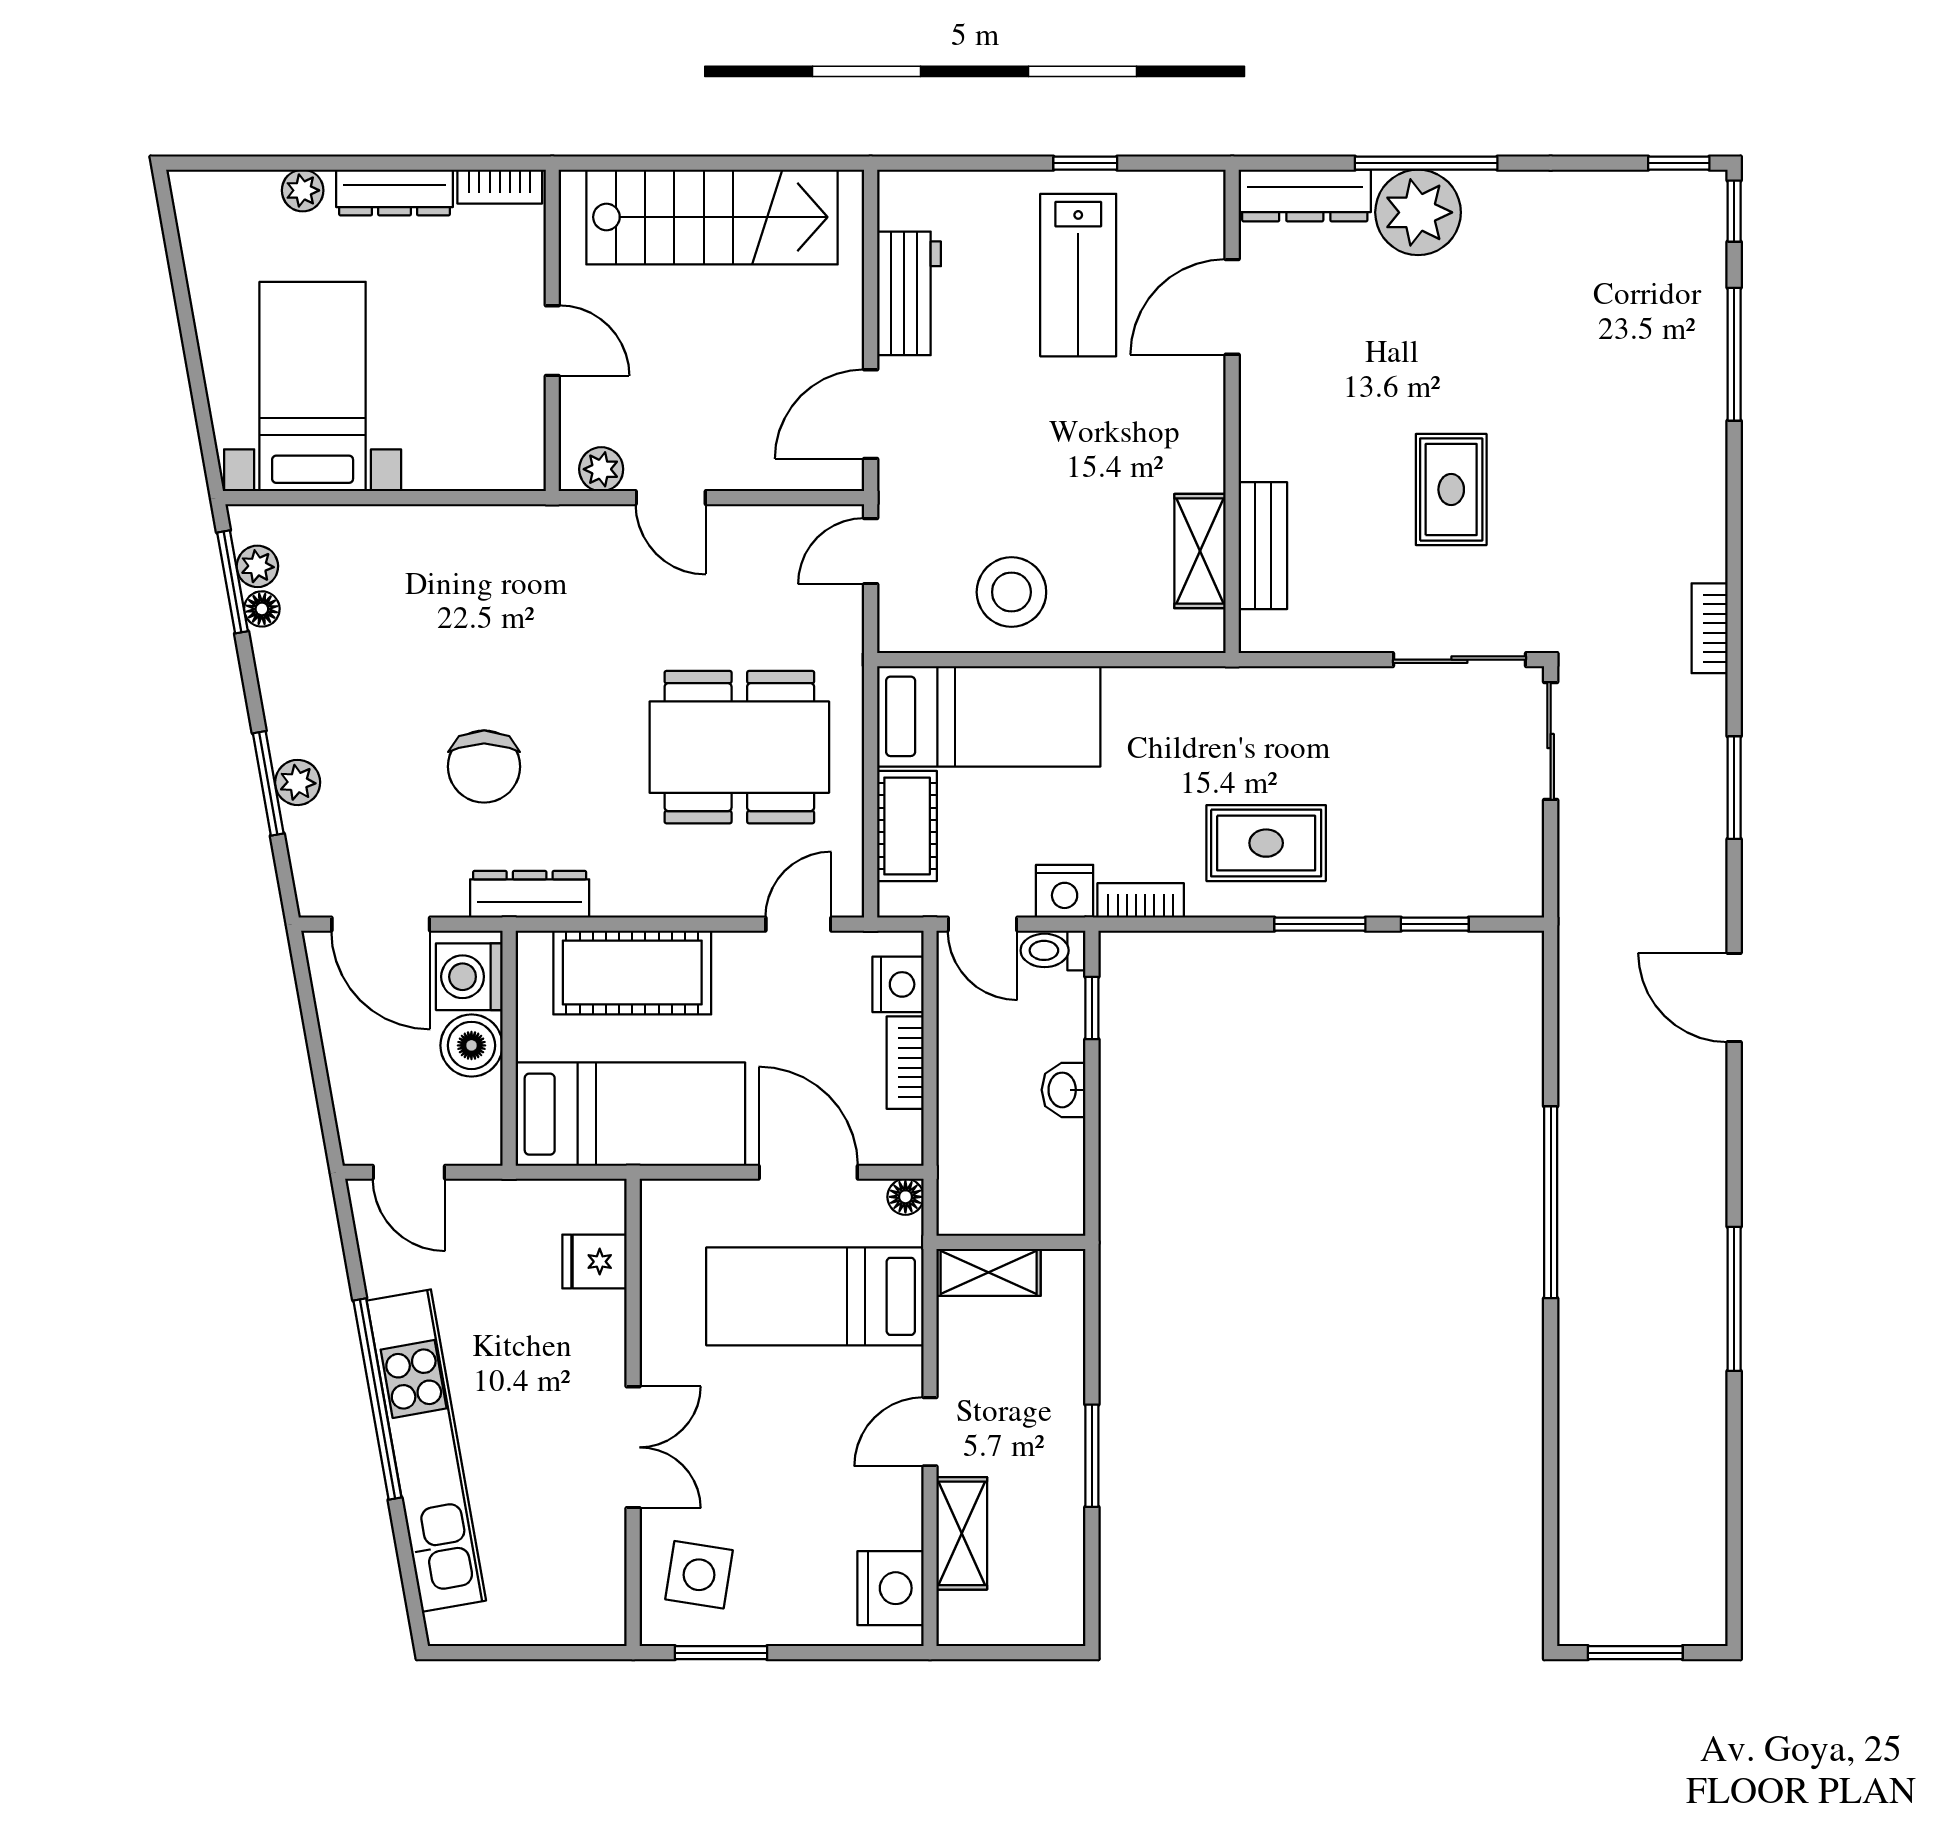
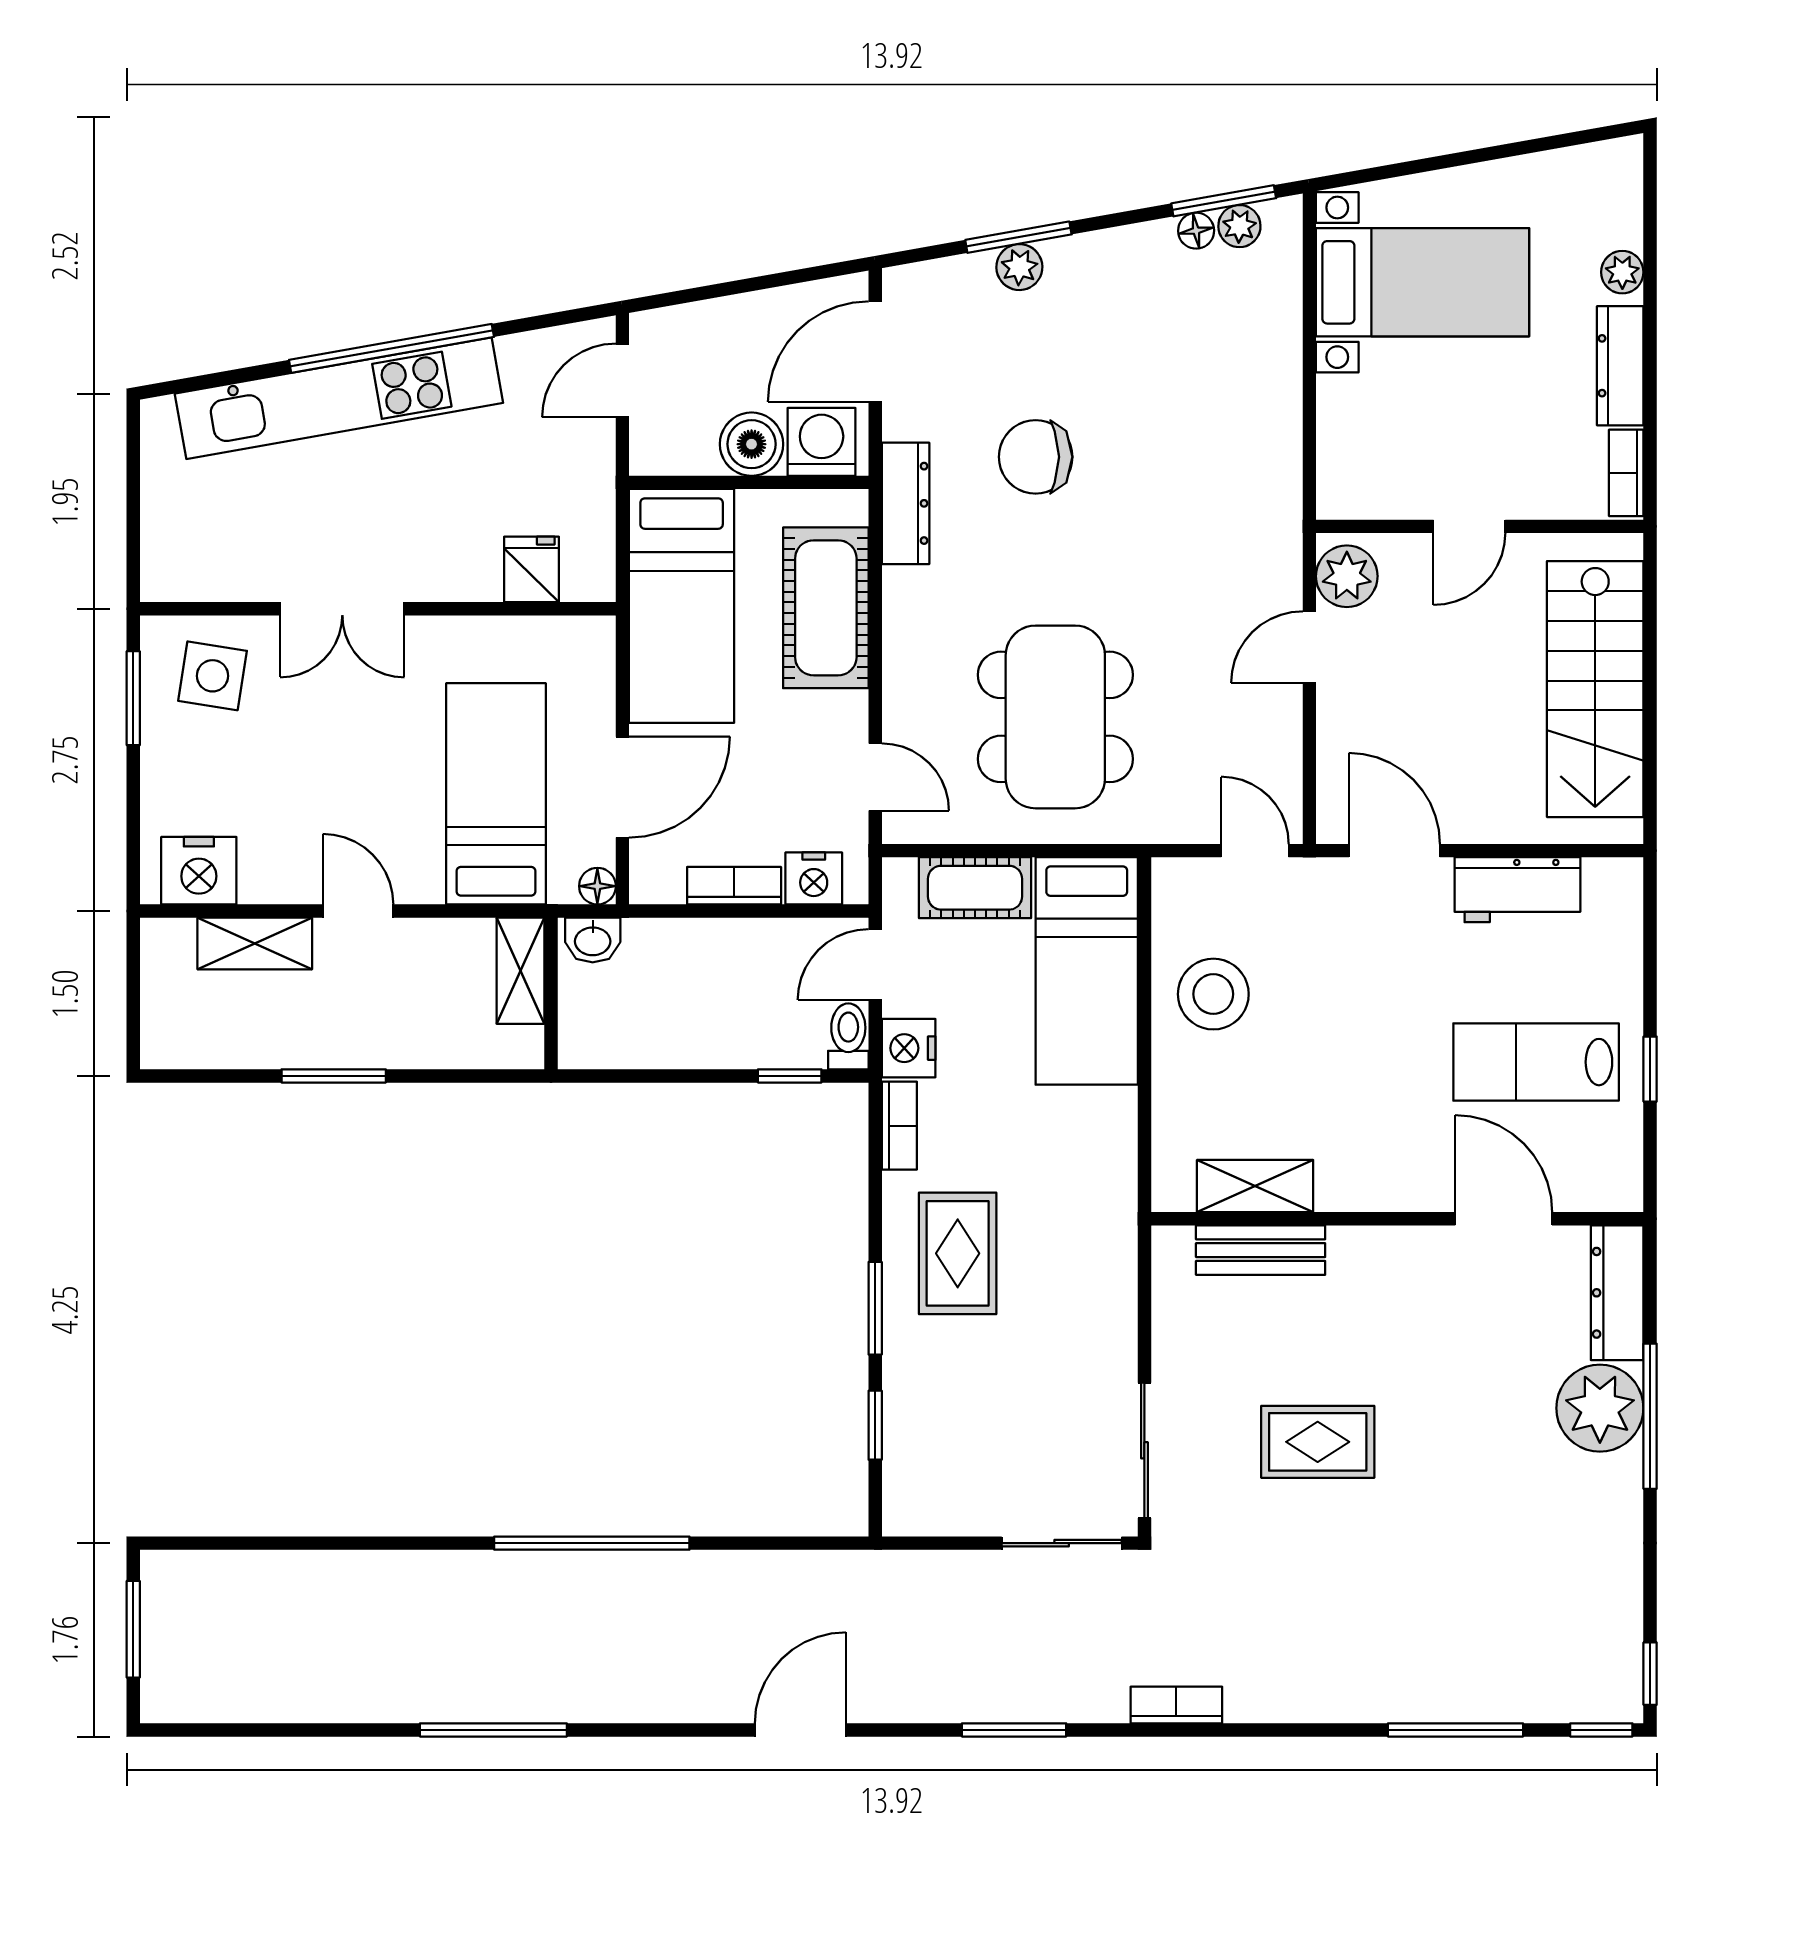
plant: (601, 469) -> (1347, 576), width x1.38, depth x1.38
washbasin: (1063, 1090) -> (593, 940), moved, turned 180

